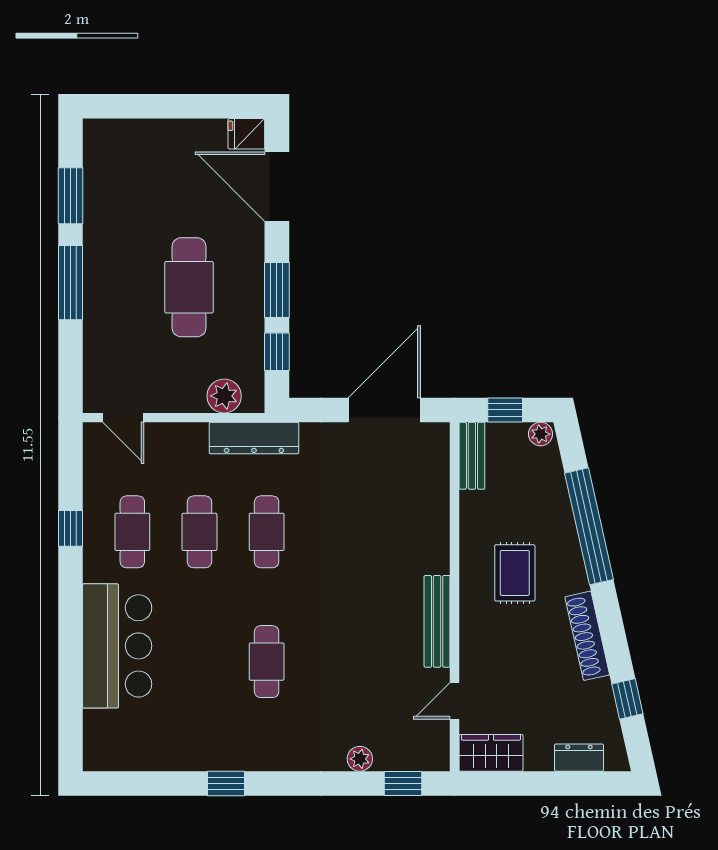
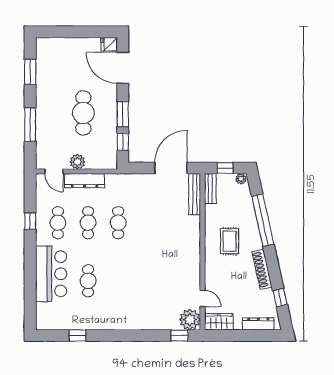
window: (70, 283) -> (30, 125), moved
plant: (224, 396) -> (77, 162), moved
dresser: (254, 438) -> (85, 181), moved
bench: (437, 621) -> (195, 194), moved
cafe table: (267, 662) -> (88, 281), moved
door: (455, 701) -> (202, 299), swing flipped
dresser: (579, 758) -> (258, 324), width x1.44
plant: (360, 759) -> (190, 320), moved, width x1.88, depth x1.88
window: (226, 783) -> (77, 336), moved

